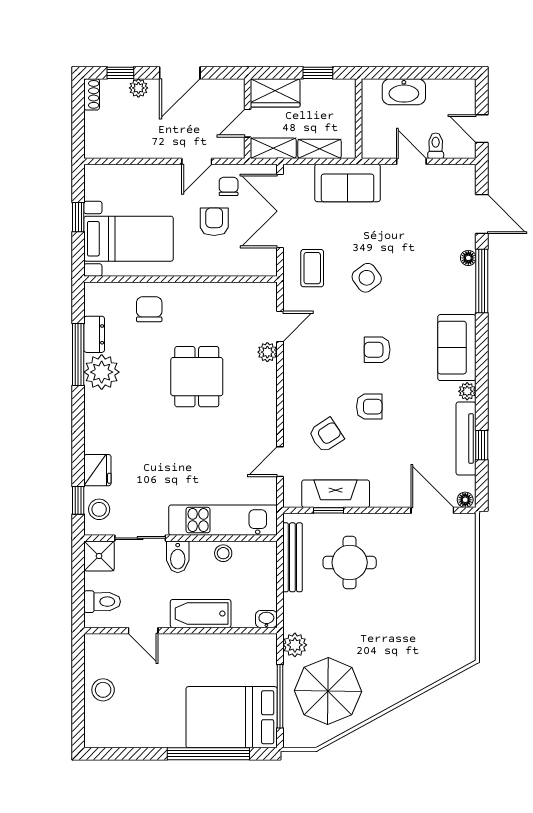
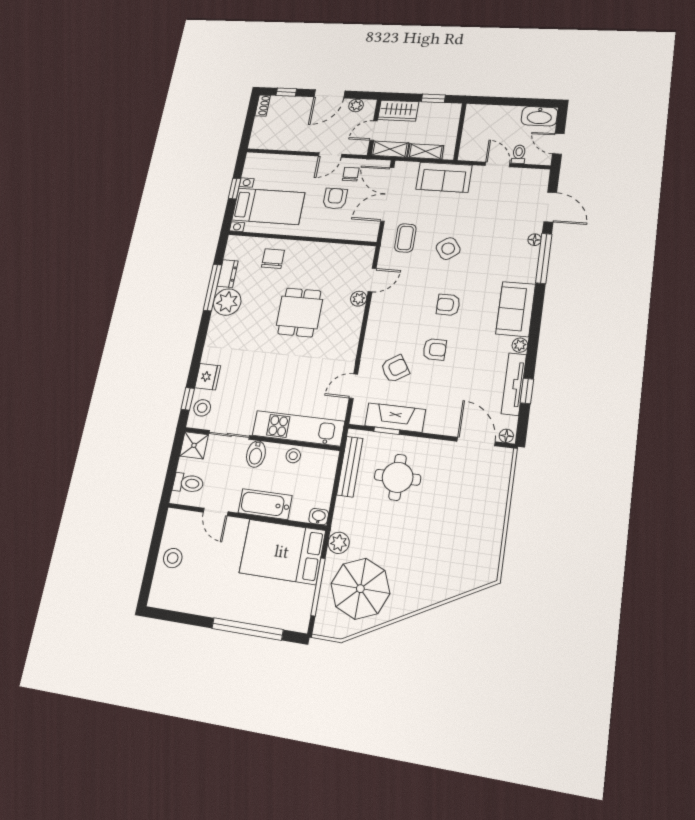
plant: (138, 88) -> (356, 105), moved
washbasin: (404, 92) -> (539, 116), moved
bed: (232, 717) -> (282, 552), moved

